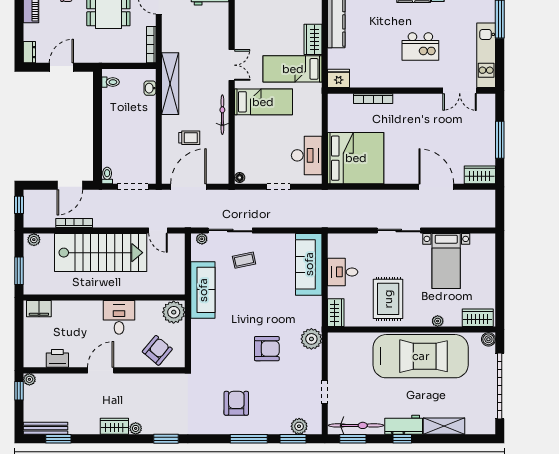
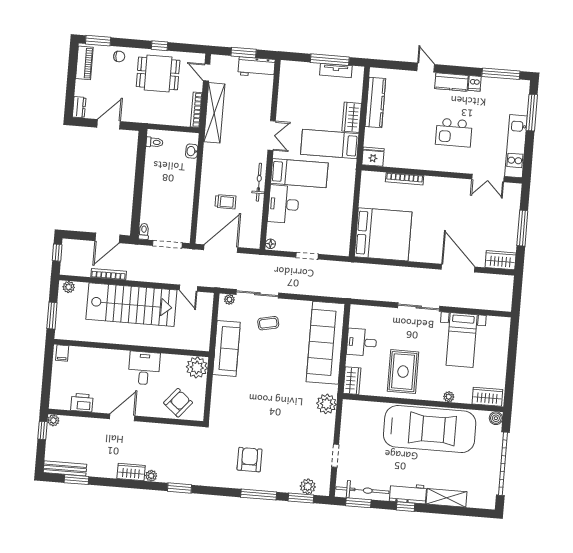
shelving: (170, 84) -> (214, 113), moved
desk: (307, 155) -> (283, 204), moved, turned 180
sofa: (309, 264) -> (326, 343), width x1.36, depth x1.27
filing cabinet: (39, 309) -> (62, 353), width x0.50
armchair: (267, 349) -> (283, 410), removed

